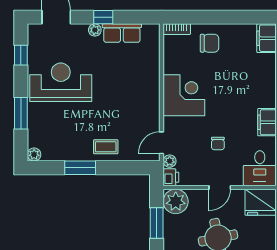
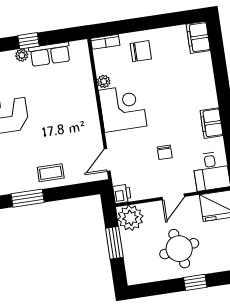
plant: (170, 161) -> (104, 81), moved

